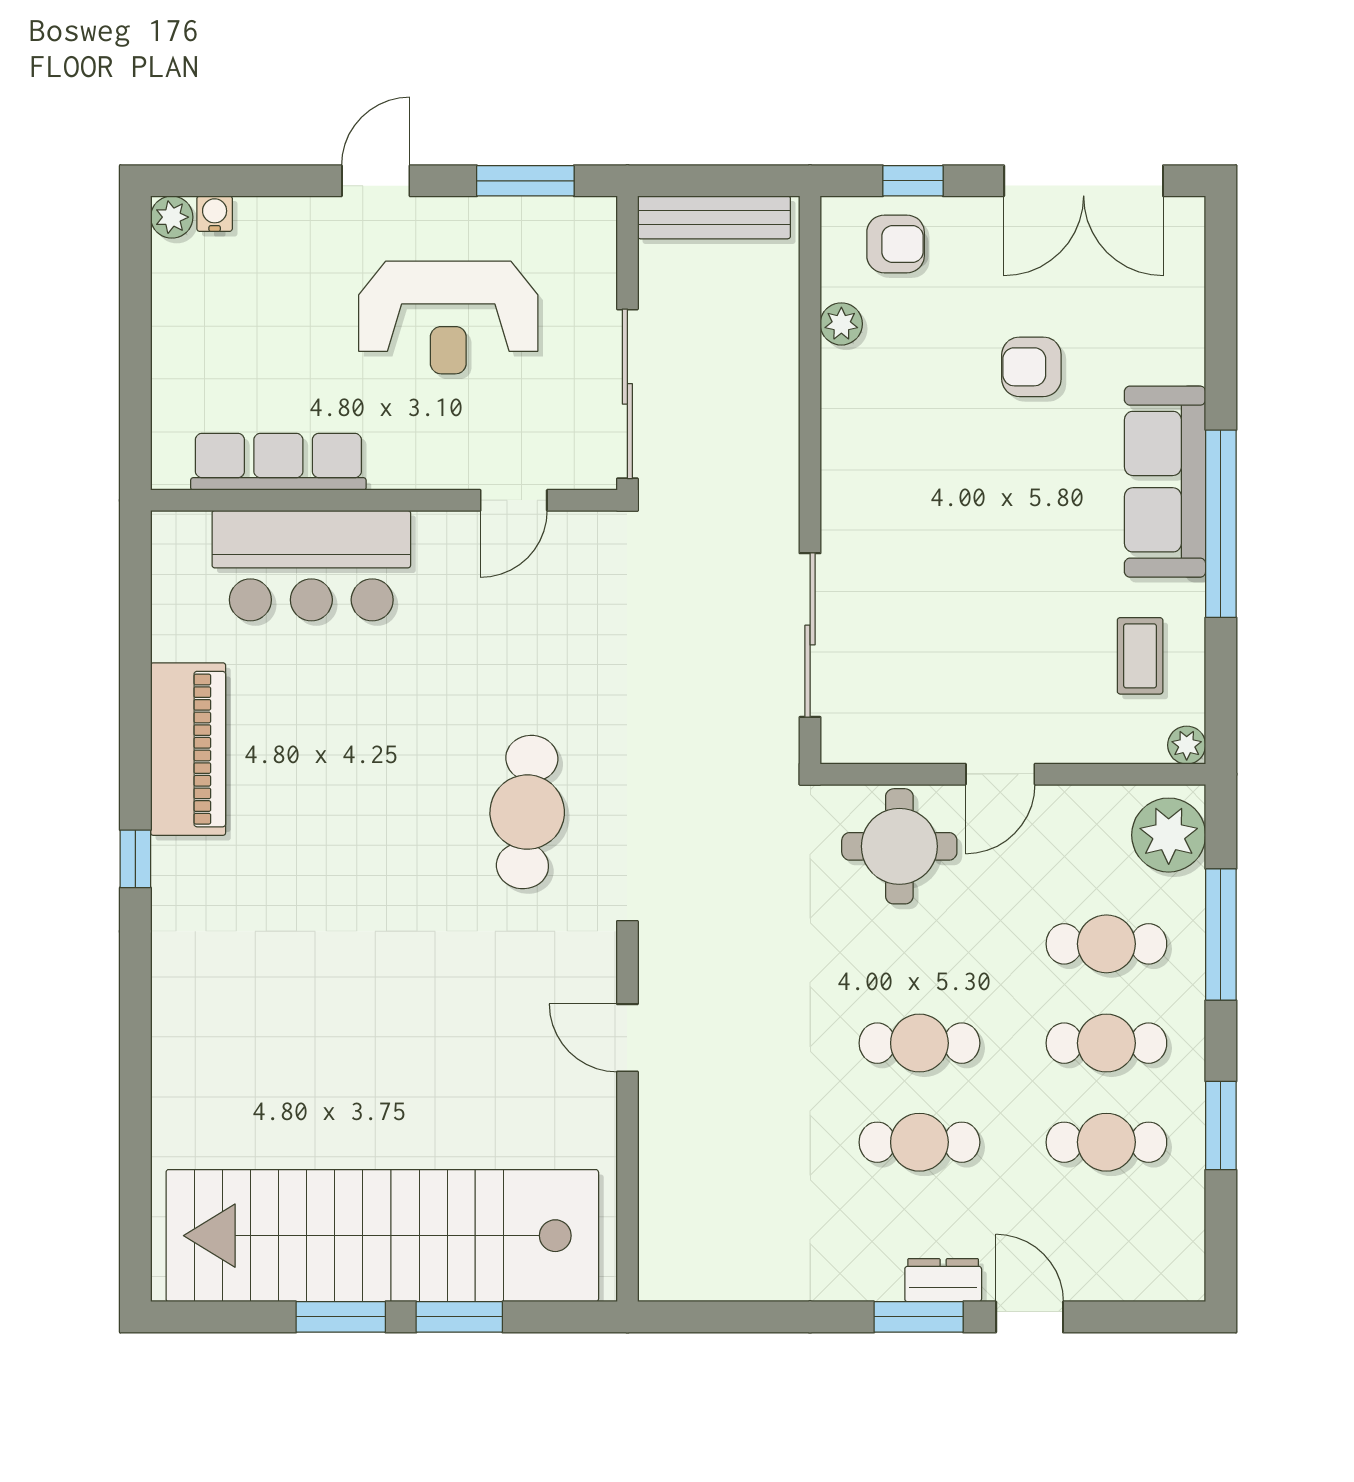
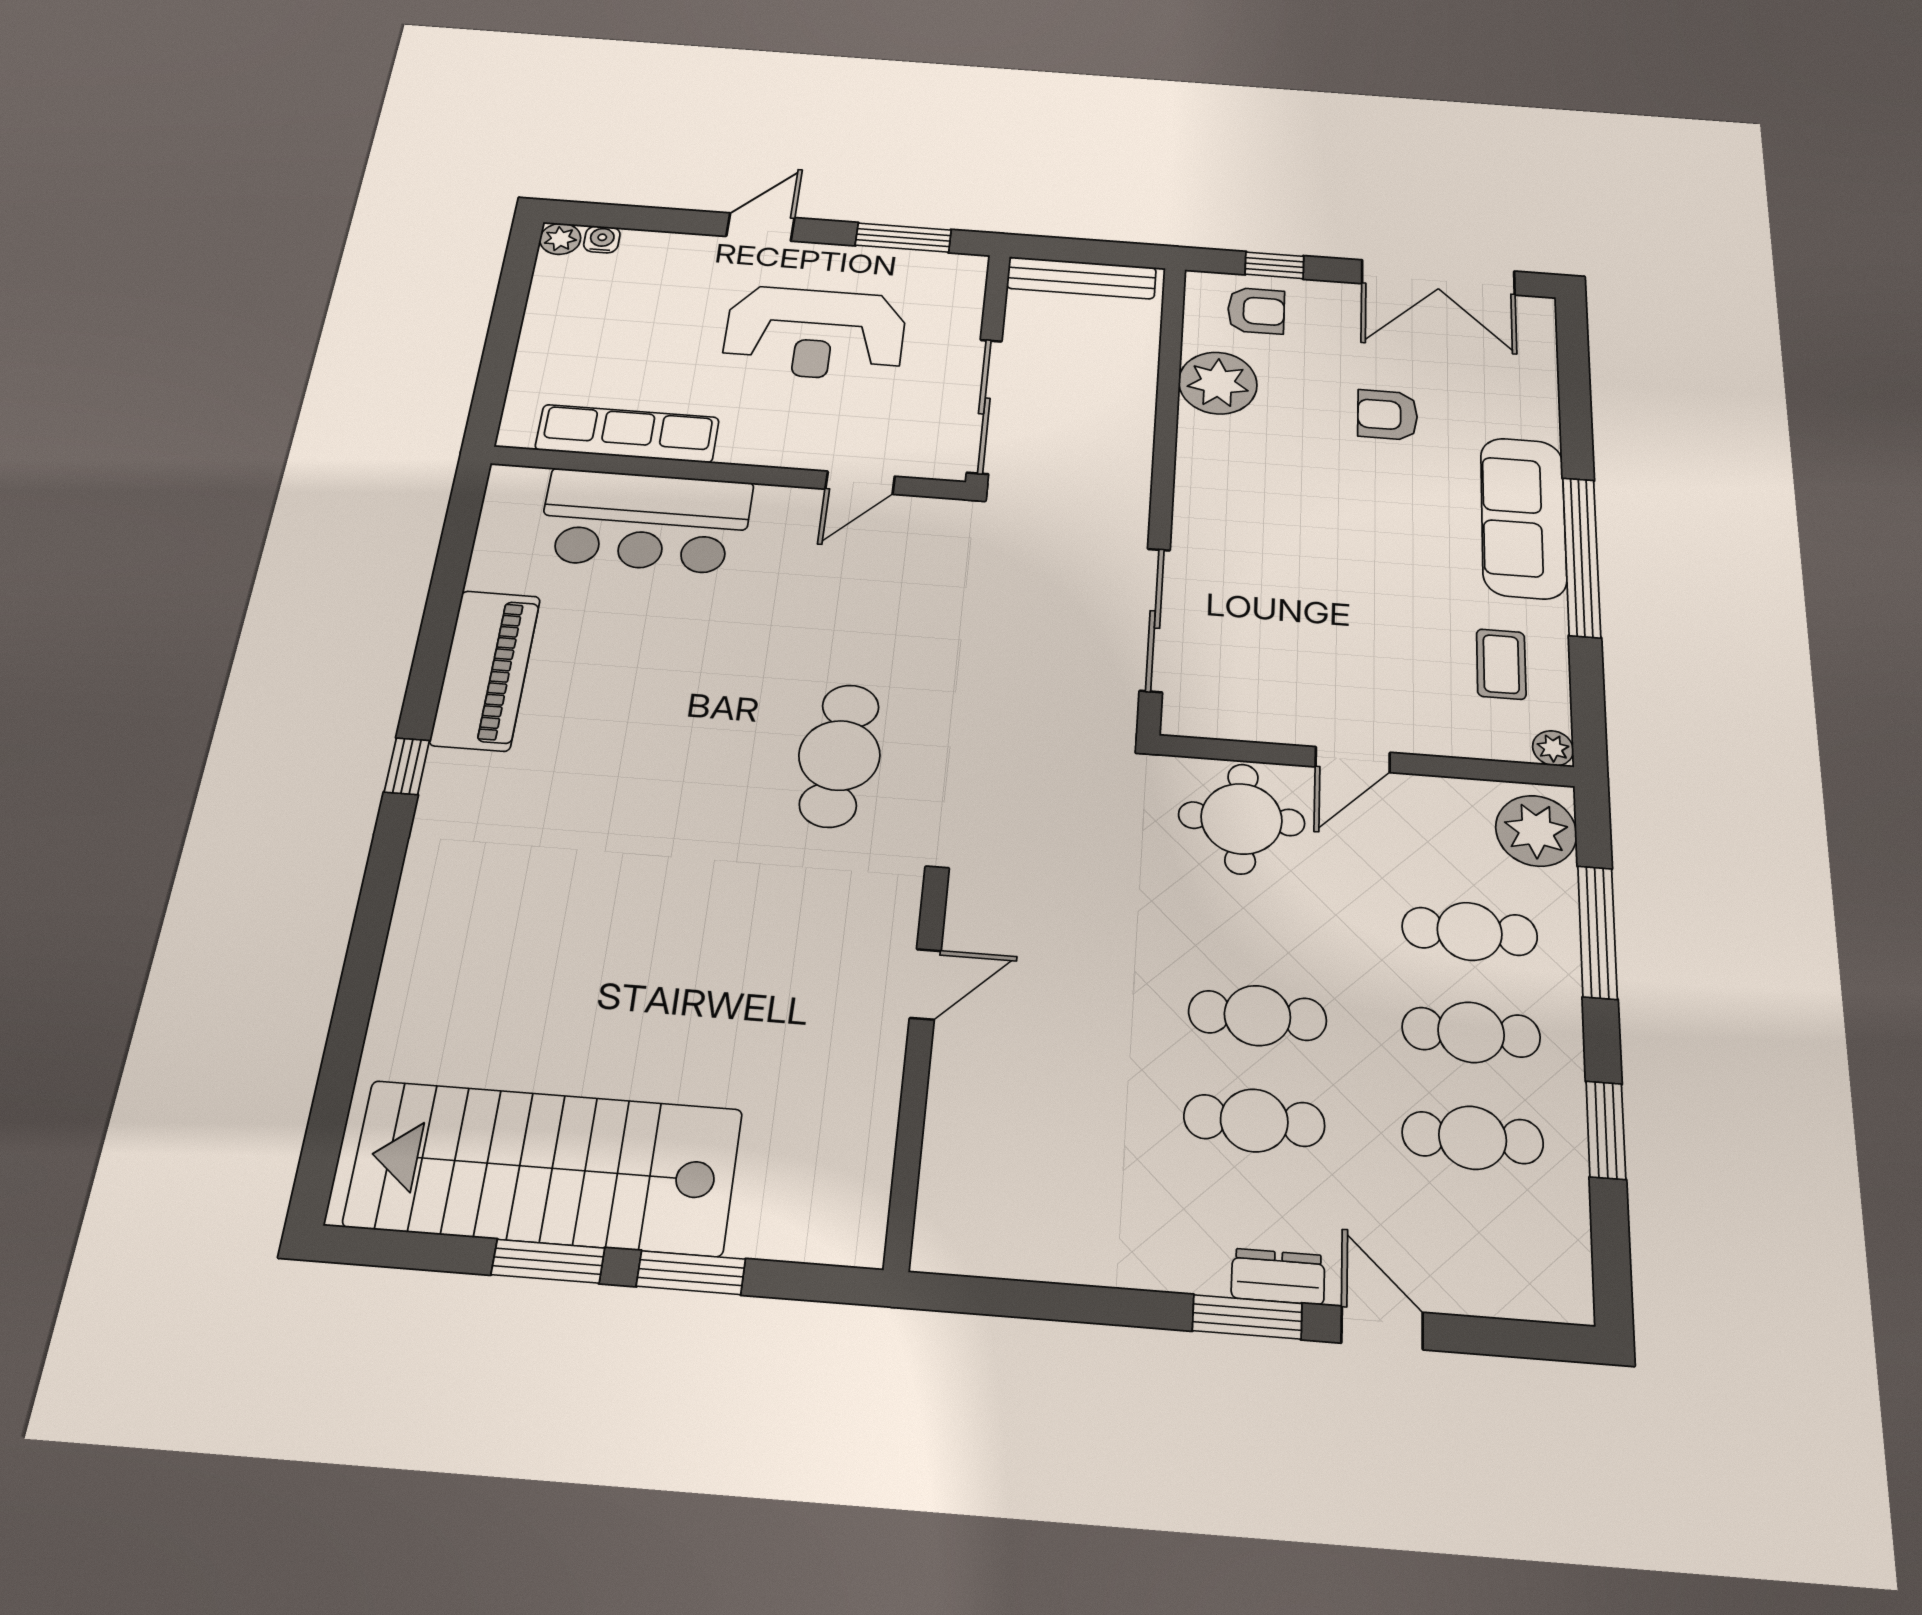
plant: (841, 324) -> (1218, 383), width x1.88, depth x1.88
door: (627, 1038) -> (925, 984), swing flipped
stairs: (382, 1236) -> (545, 1168), width x0.73

